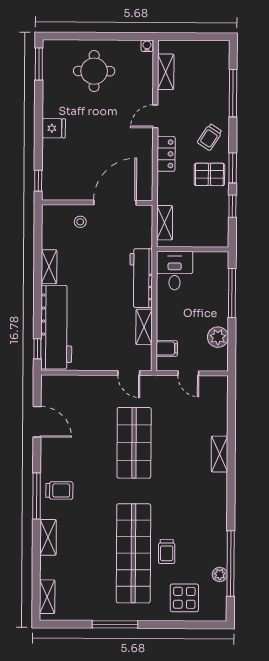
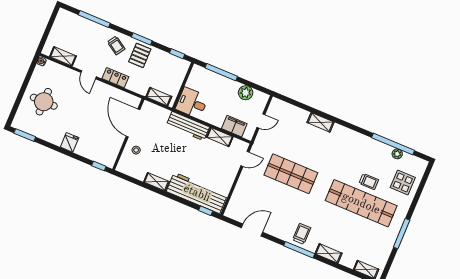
window: (232, 206) -> (177, 54), moved
filing cabinet: (167, 348) -> (234, 126), width x2.00

